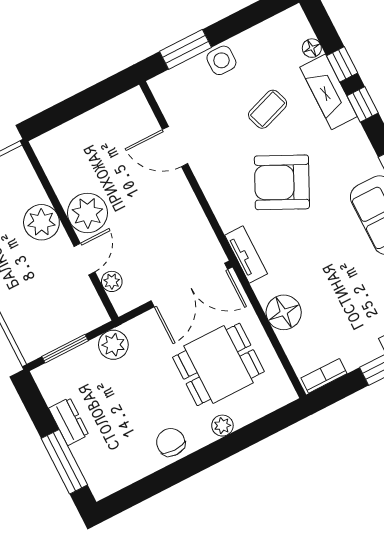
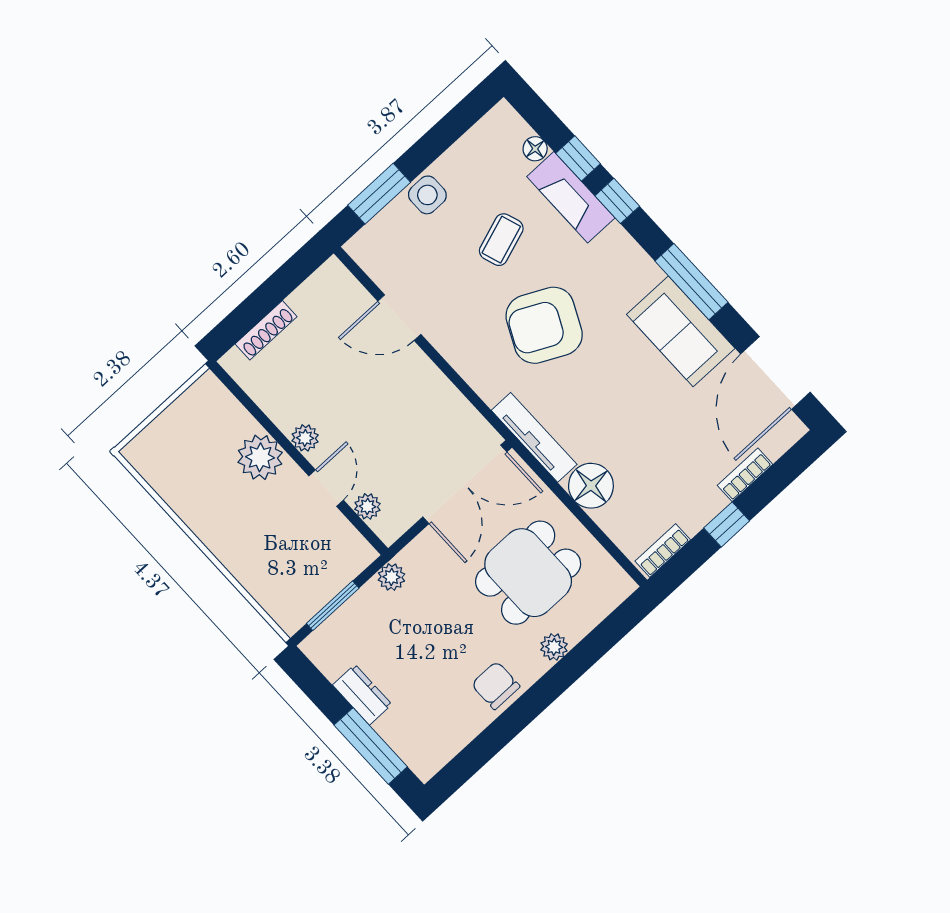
shoe rack: (72, 128) -> (266, 330), added
plant: (87, 213) -> (305, 438), width x0.53, depth x0.53
tv unit: (246, 254) -> (534, 437), width x1.41
plant: (113, 345) -> (391, 577), width x0.73, depth x0.73

